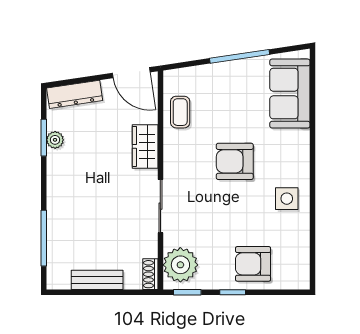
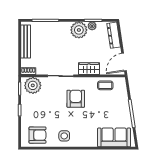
armchair: (235, 161) -> (76, 99), moved
plant: (64, 168) -> (79, 30), added
armchair: (253, 264) -> (37, 135), moved, turned 90
bench: (97, 280) -> (26, 41), width x1.36

